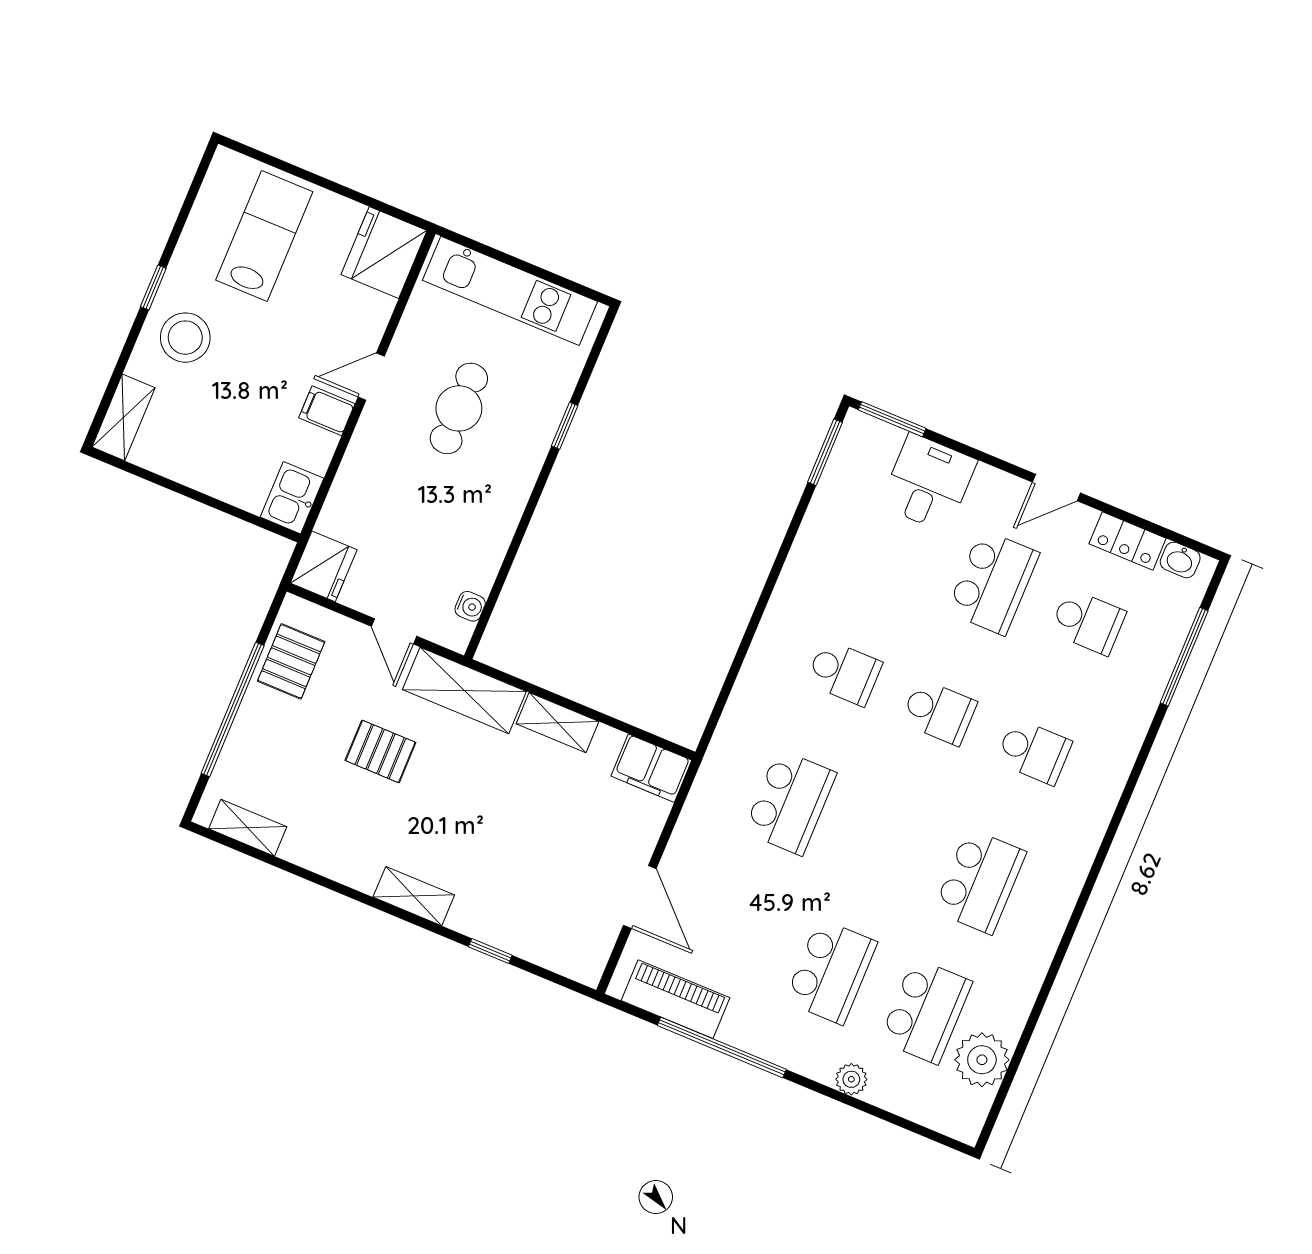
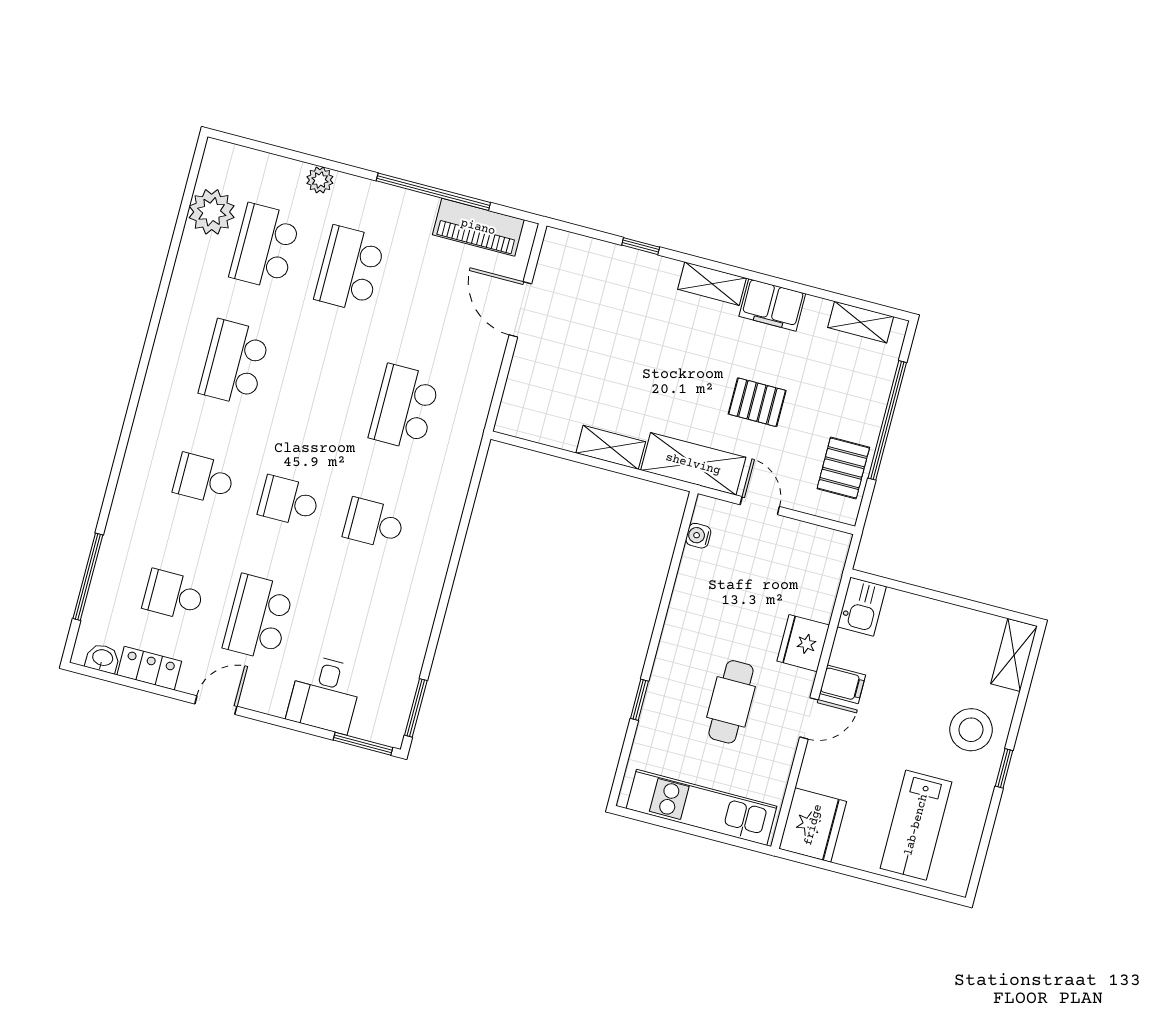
fridge: (324, 566) -> (803, 643), moved
filing cabinet: (651, 768) -> (772, 305), moved, turned 180

